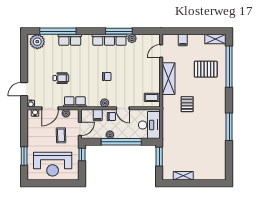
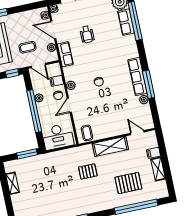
shelving: (215, 39) -> (158, 169), moved
row of seats: (70, 40) -> (126, 22), moved
pallet: (206, 69) -> (128, 183), turned 90

